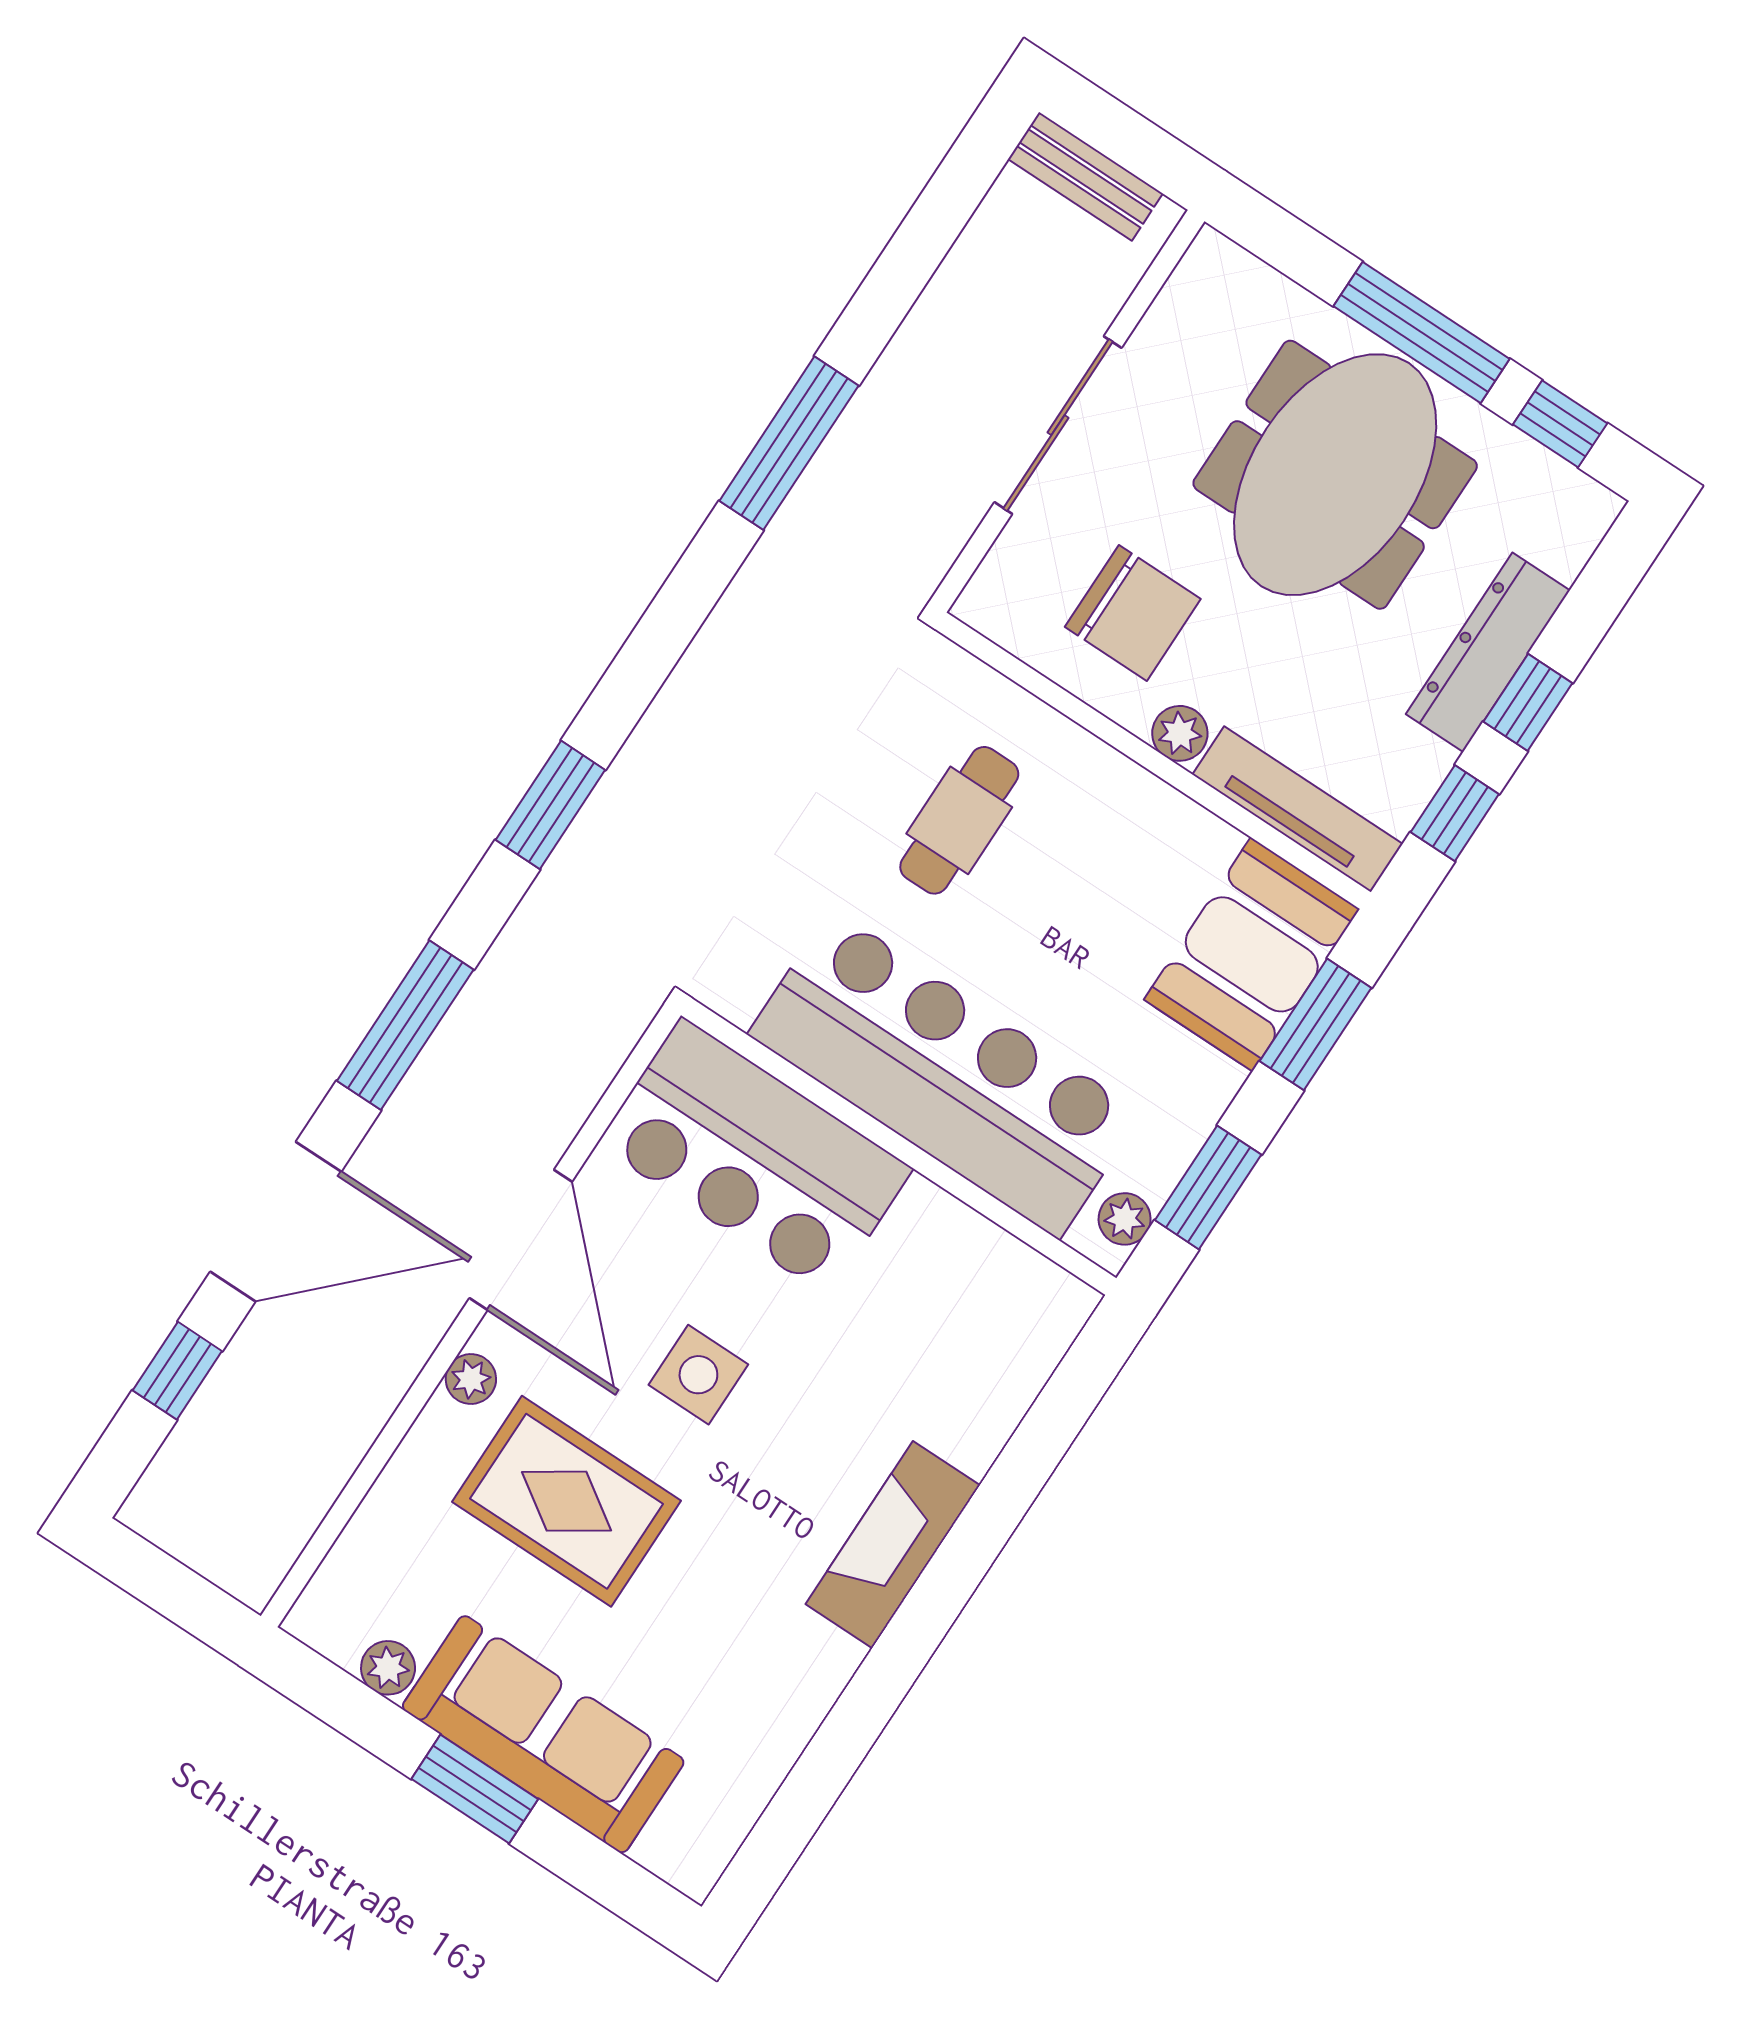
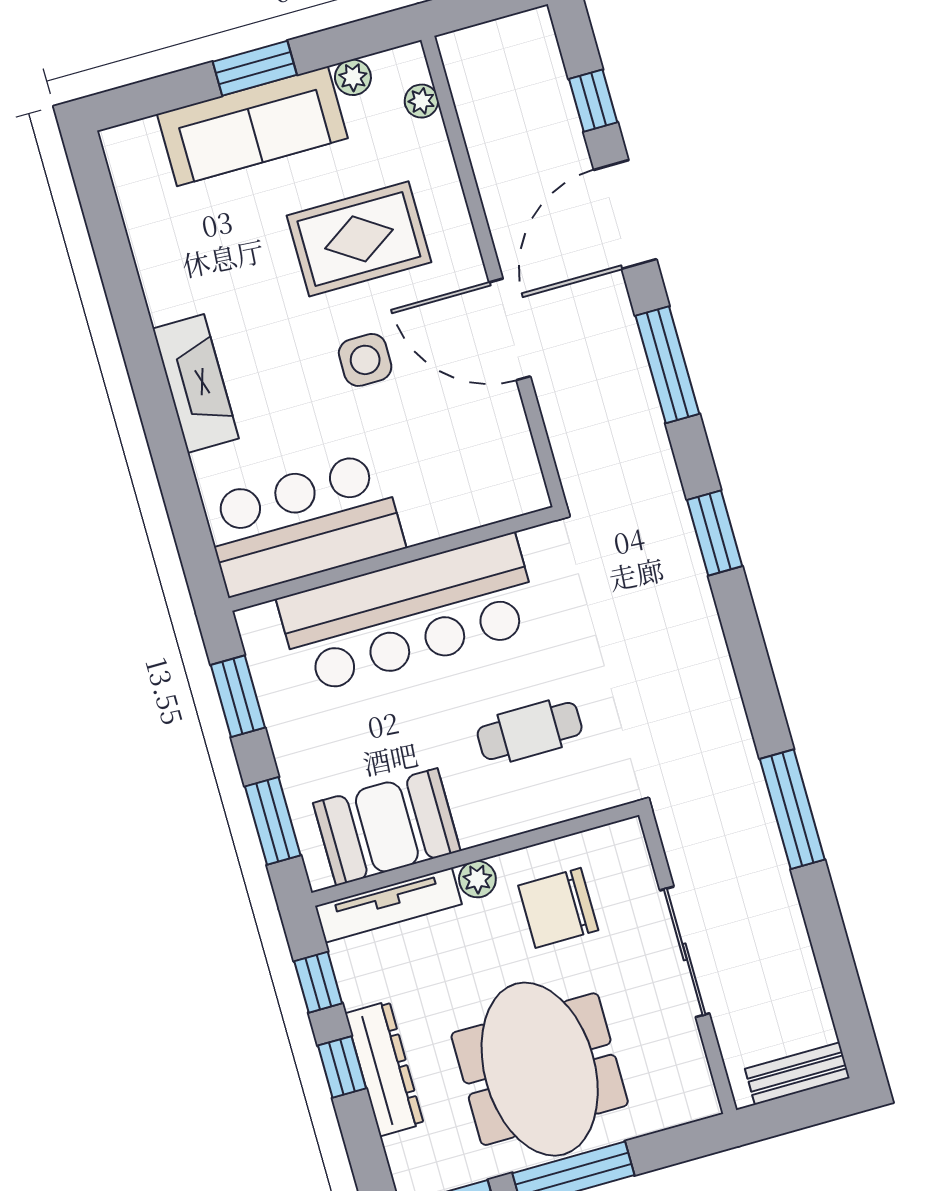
cafe table: (959, 820) -> (530, 731), turned 90
booth: (1252, 954) -> (387, 827), moved, turned 90
bar counter: (755, 1157) -> (304, 524), moved
plant: (1125, 1219) -> (258, 641), removed
plant: (471, 1379) -> (421, 101), moved

